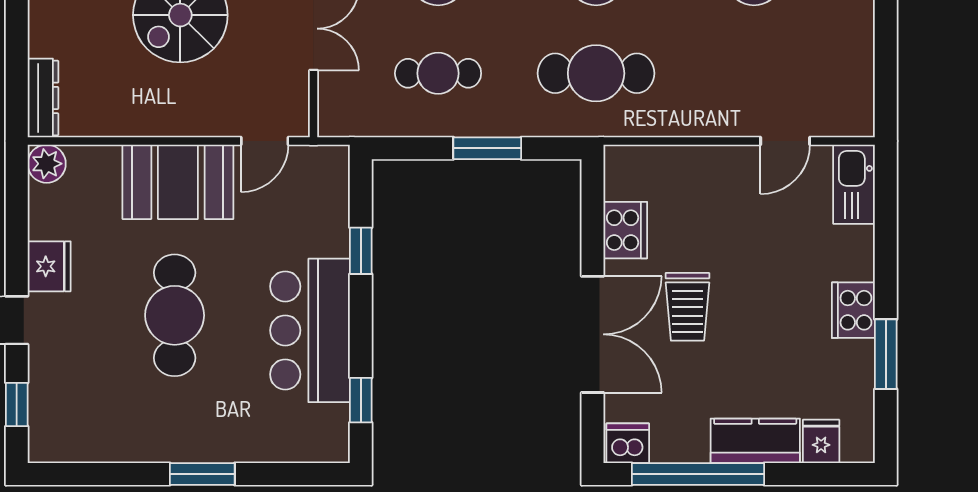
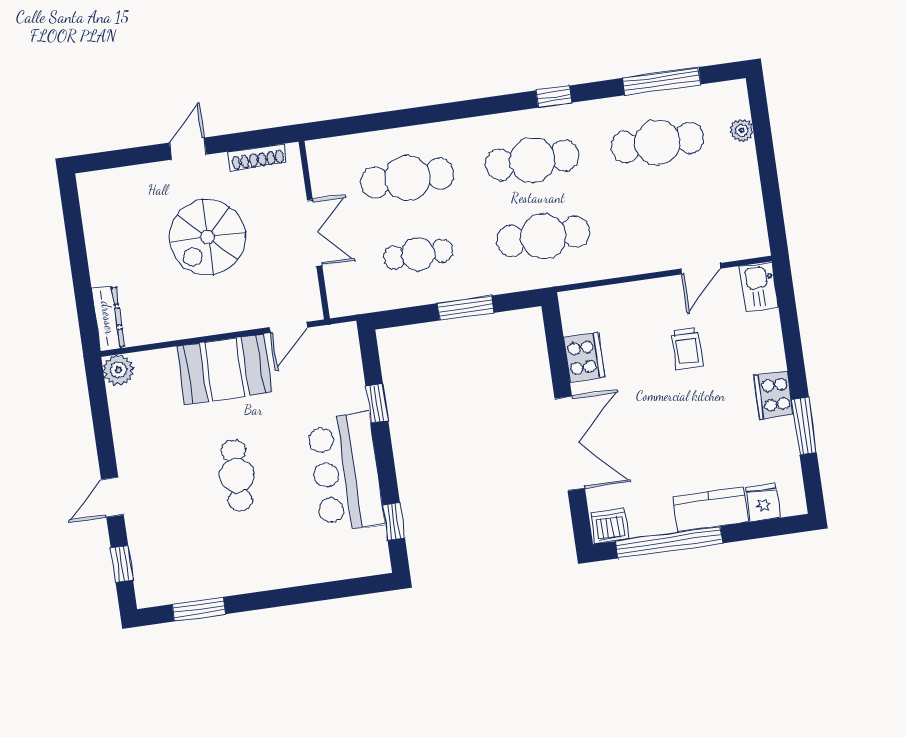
kitchen sink: (854, 184) -> (759, 287), width x0.73
fridge: (49, 266) -> (132, 451), removed
trolley: (687, 307) -> (687, 348), moved, width x0.73, depth x0.72
cafe table: (175, 315) -> (237, 475), width x0.73, depth x0.74
window: (202, 474) -> (199, 609), moved

